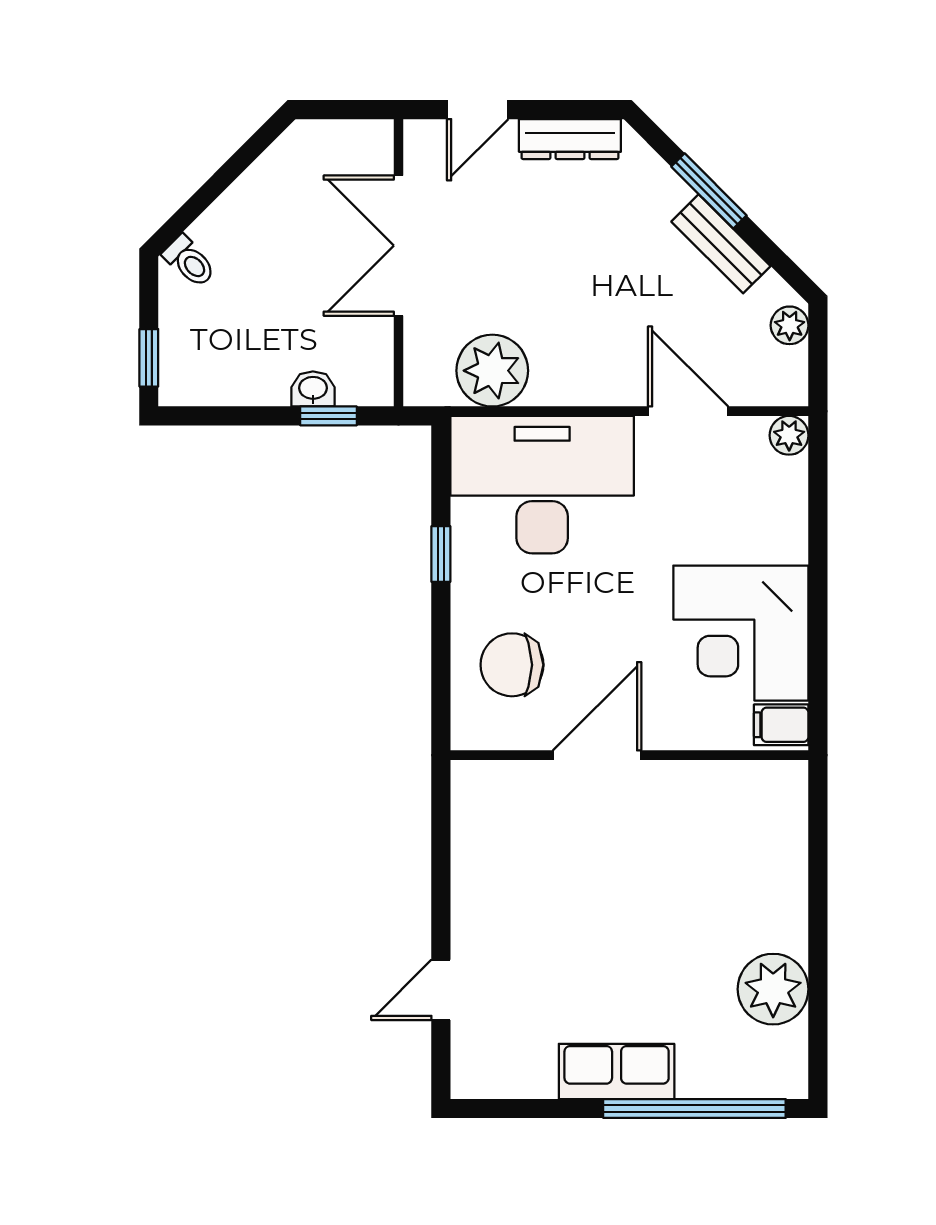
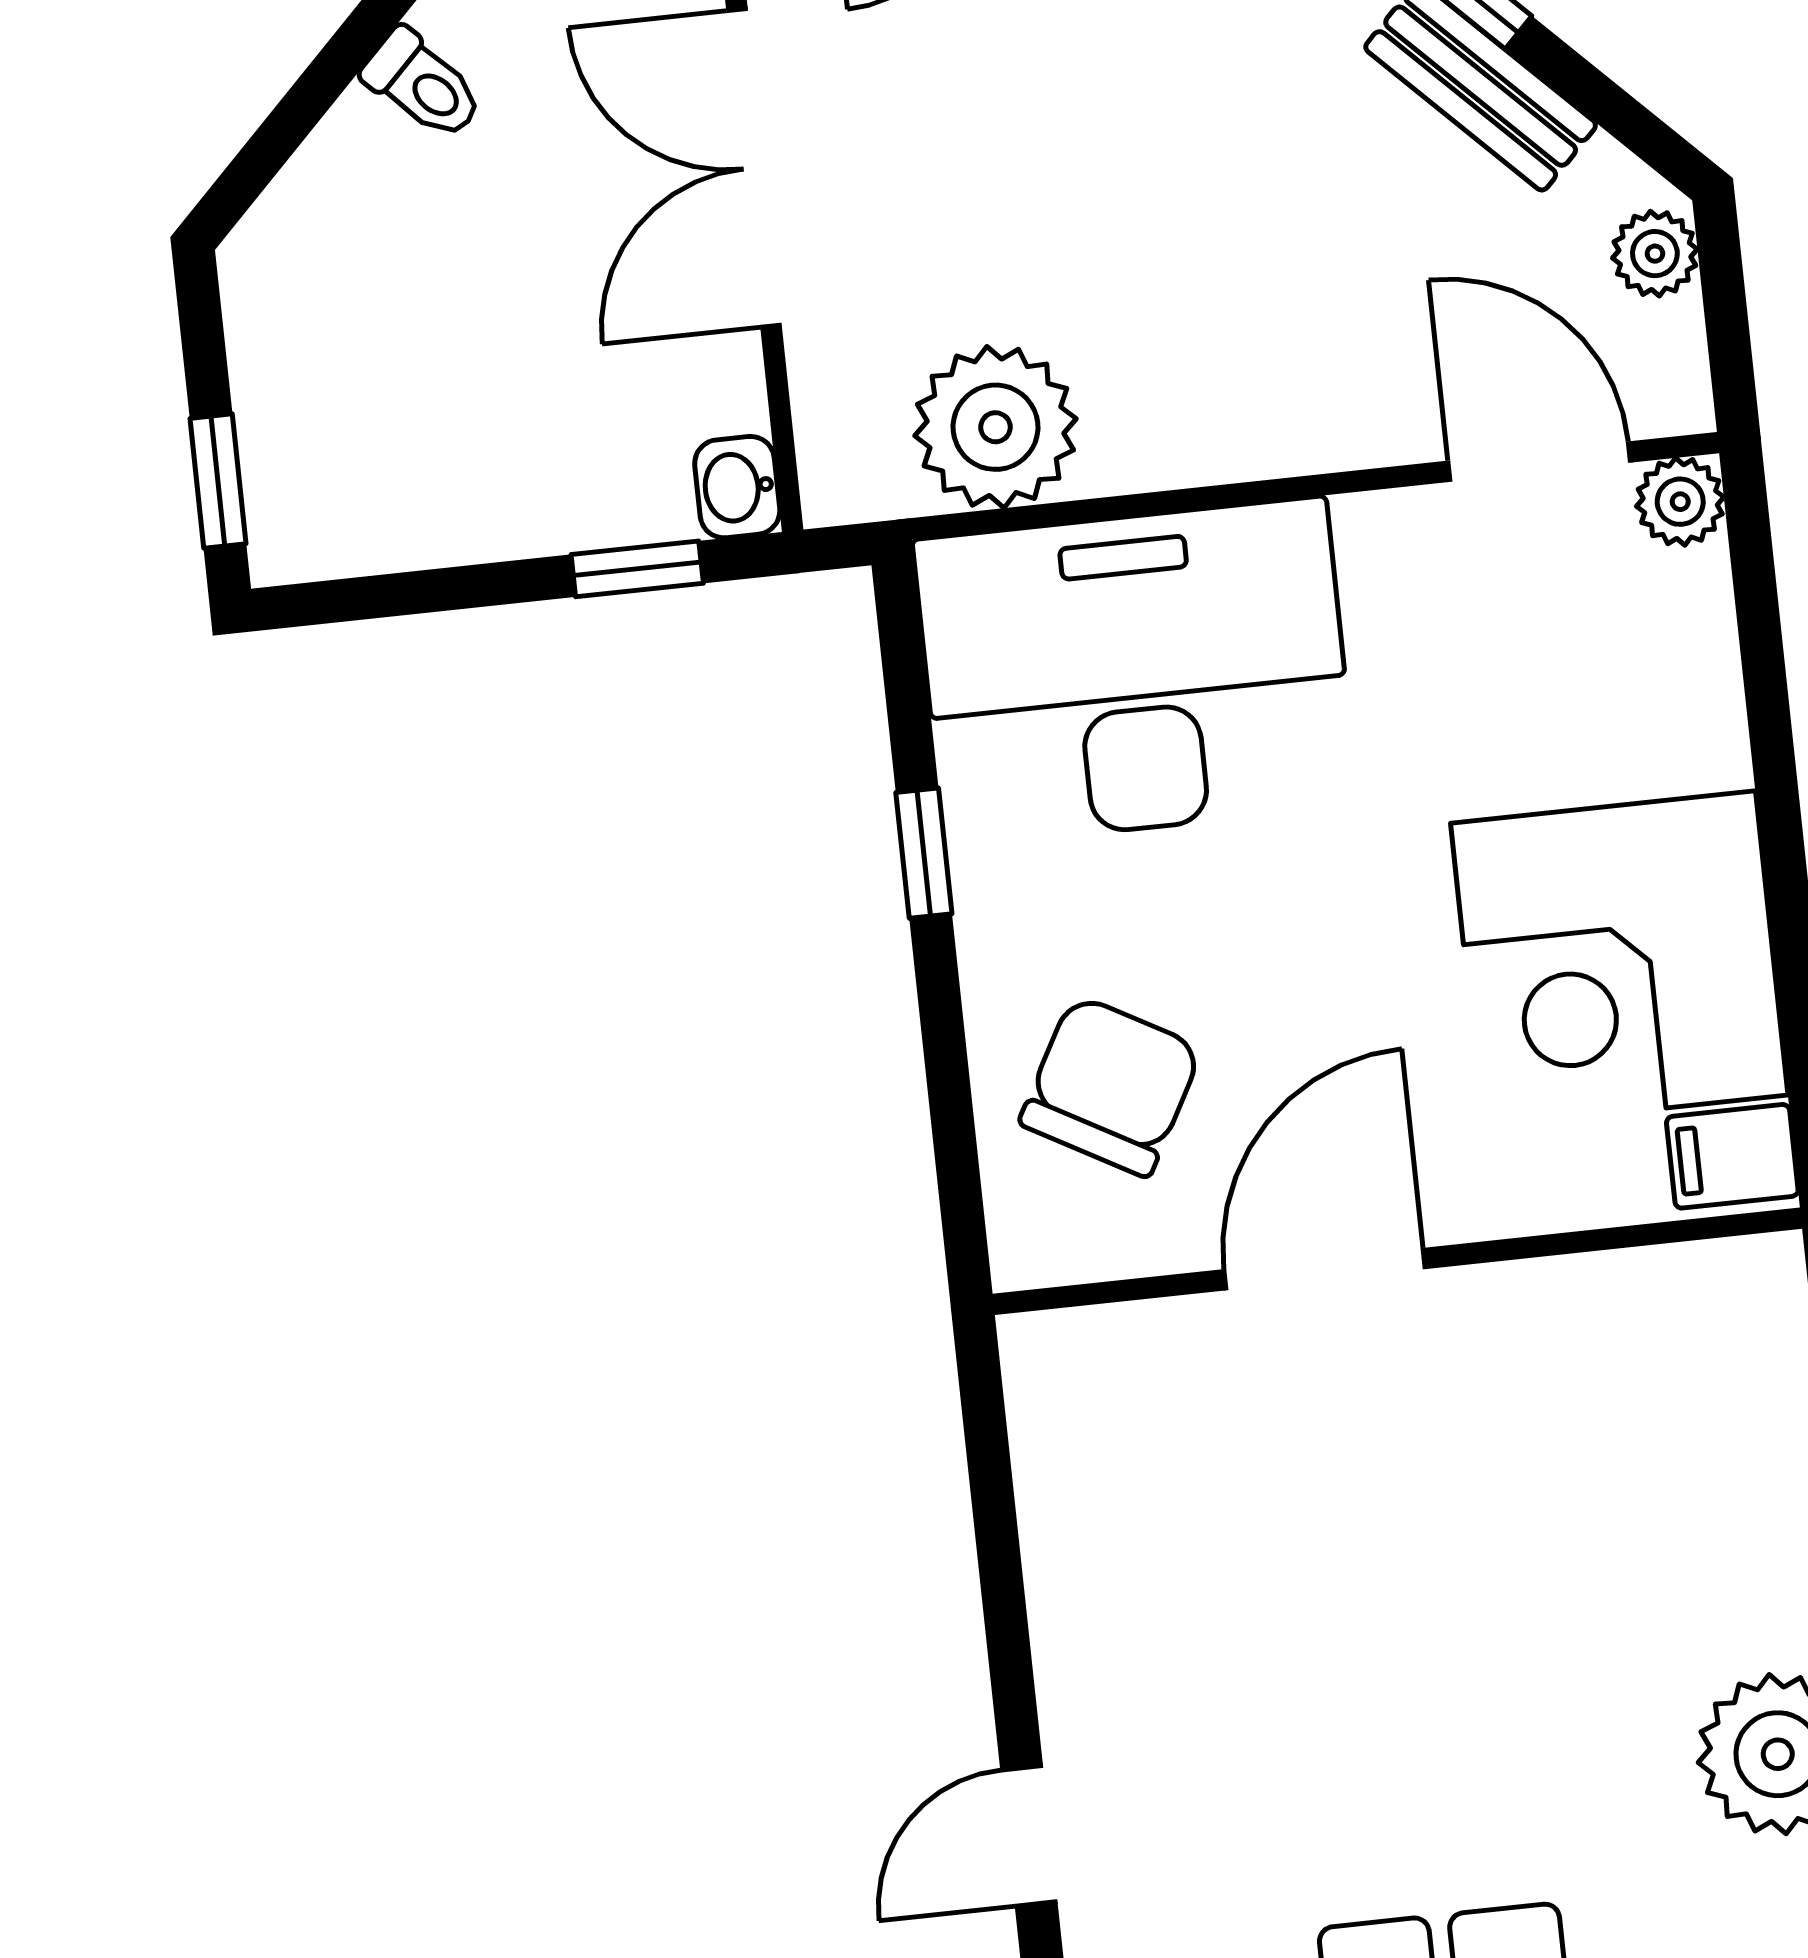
toilet: (189, 261) -> (423, 85), moved
washbasin: (313, 389) -> (737, 487), moved, turned -90
door: (688, 411) -> (1539, 462), moved
chair: (512, 665) -> (1111, 1086), turned 119

